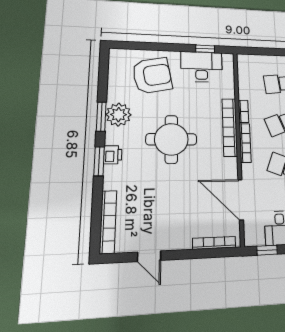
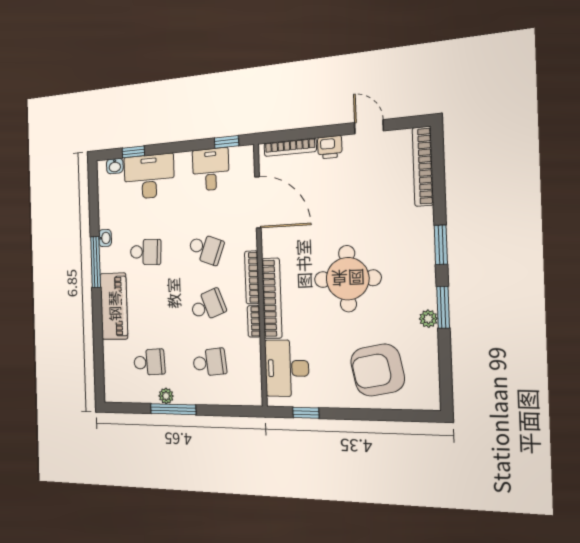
desk: (202, 67) -> (287, 368), moved, turned 90
plant: (119, 115) -> (428, 319), width x0.53, depth x0.53
printer: (113, 155) -> (330, 147), moved, turned -90

